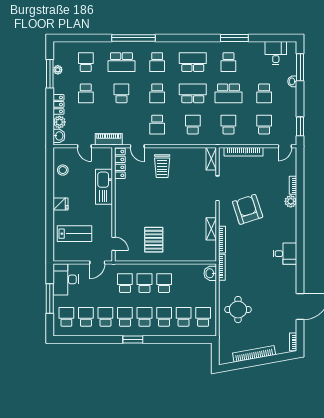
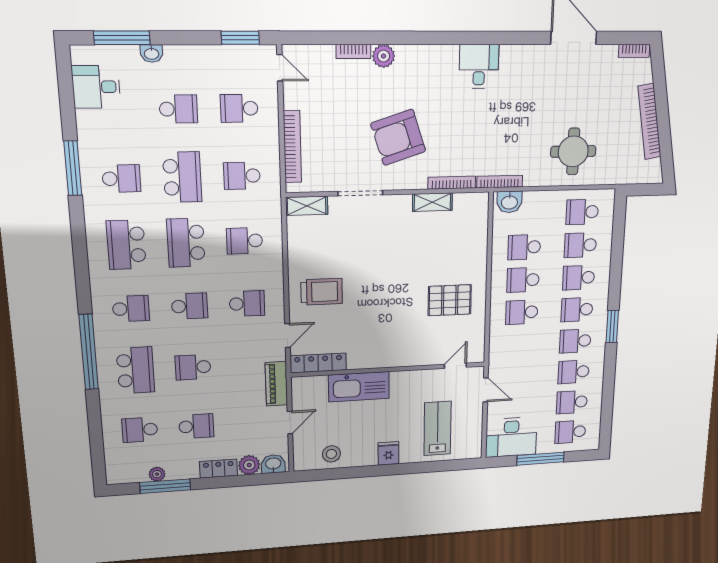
school desk: (125, 283) -> (524, 247), moved

